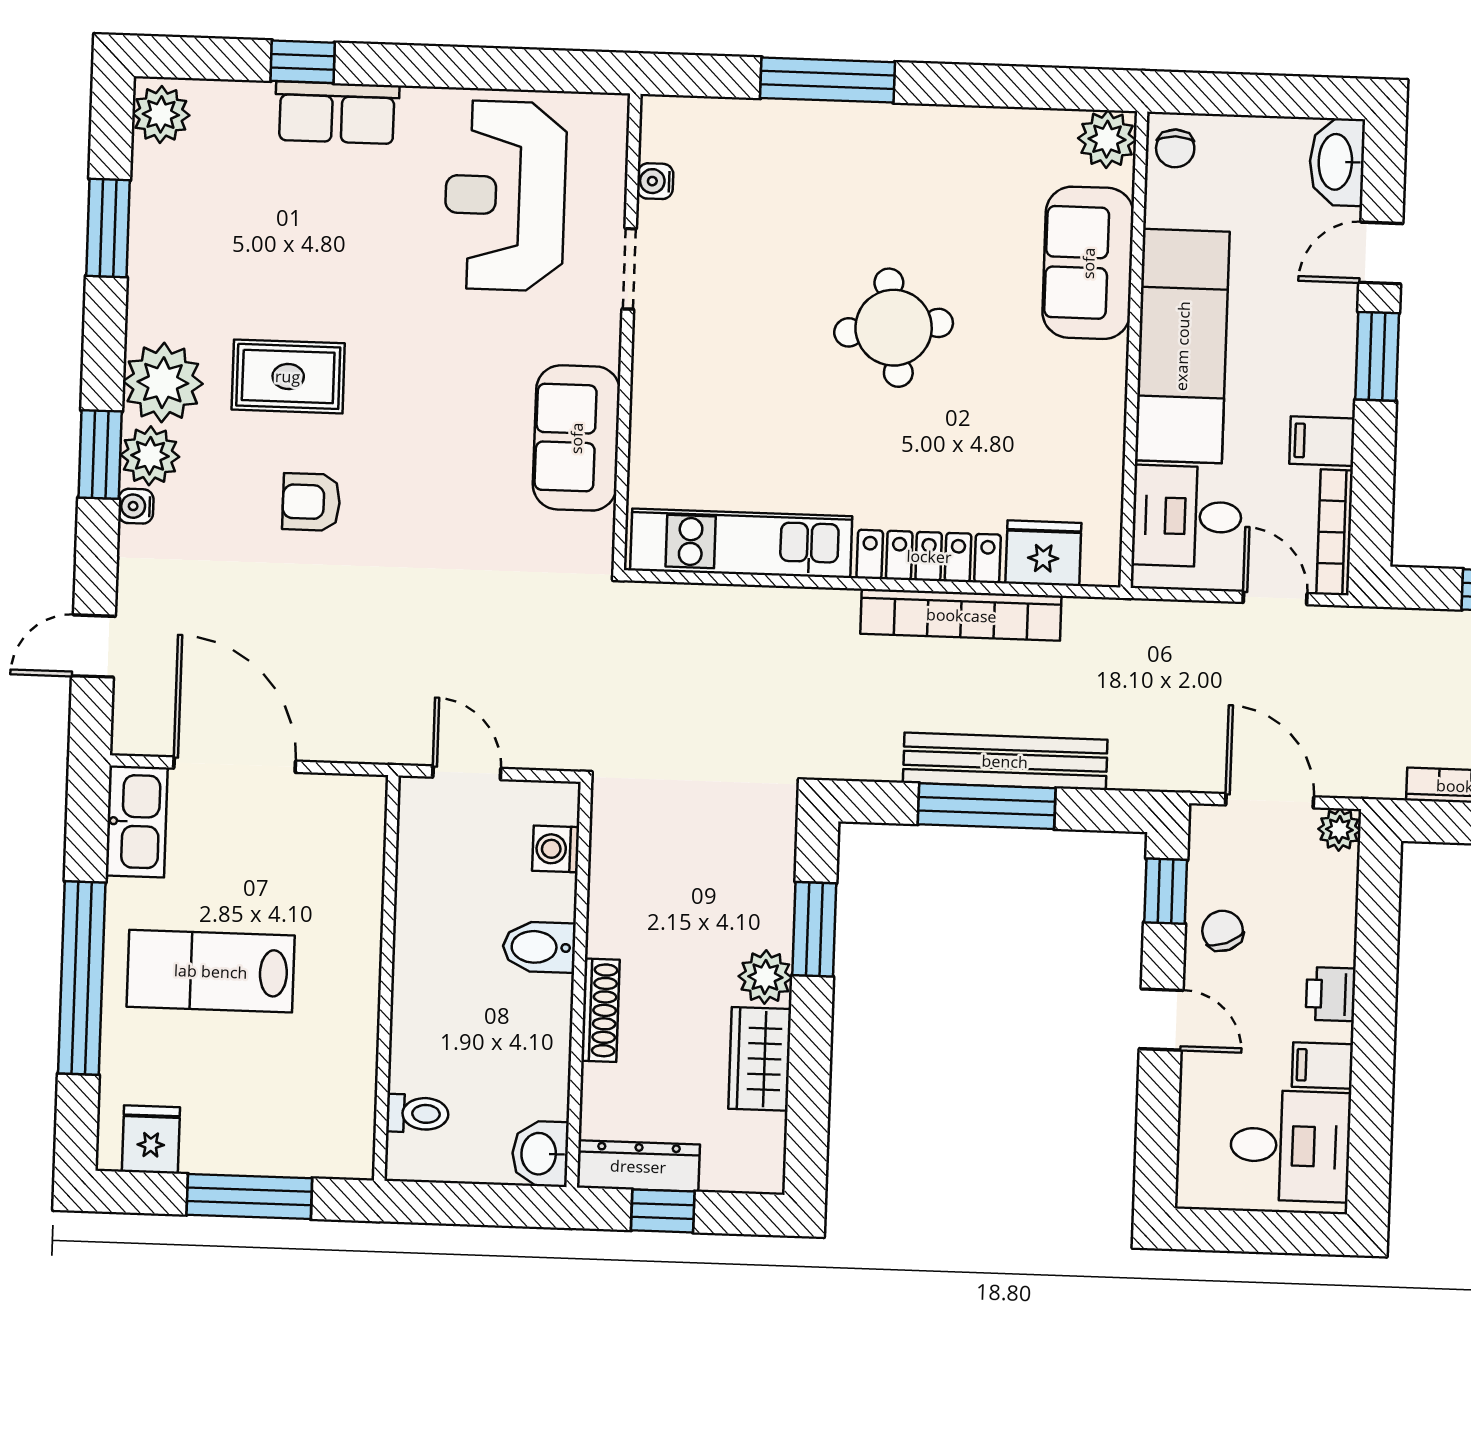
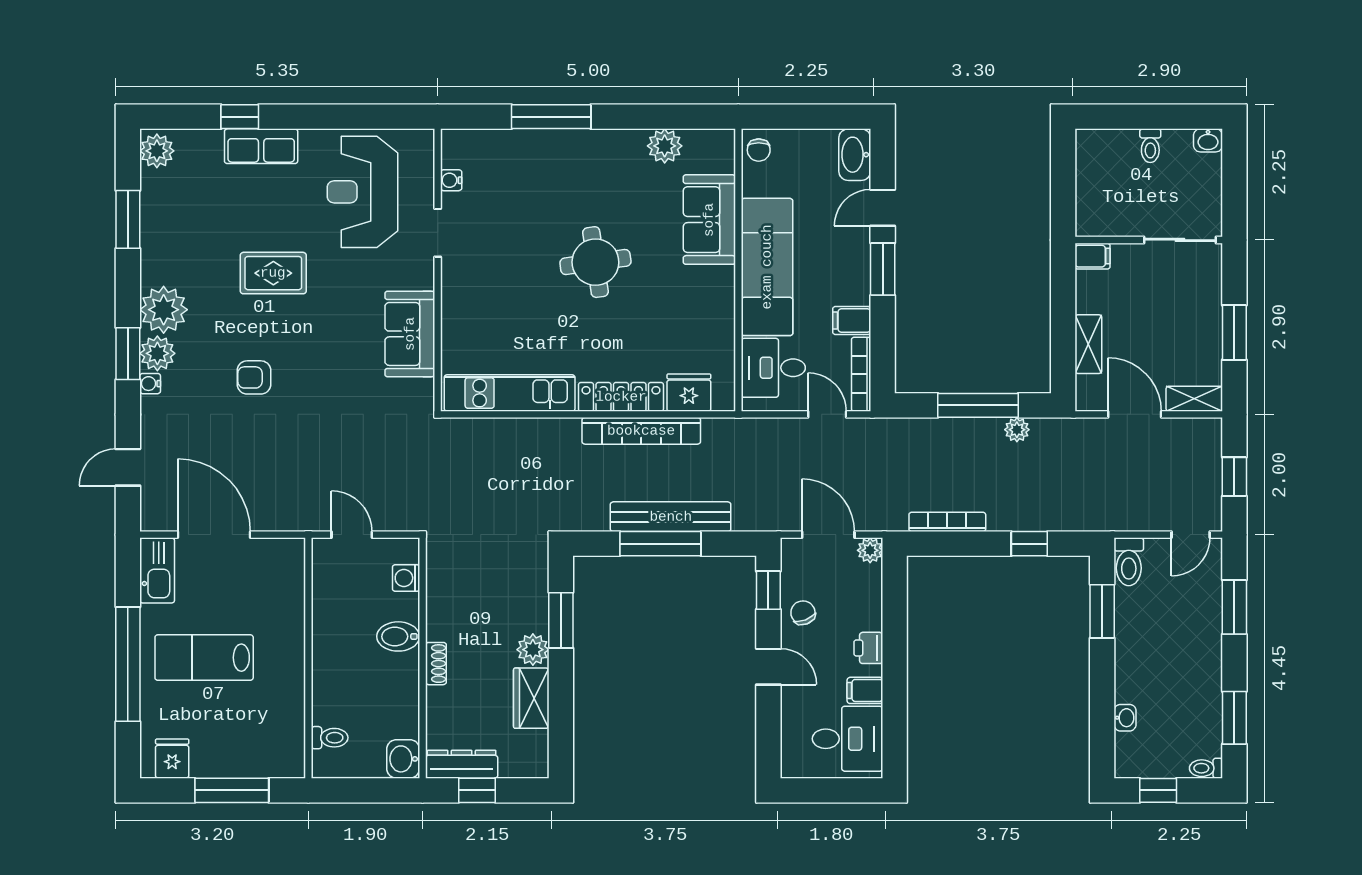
plant: (1107, 139) -> (665, 146), moved
rug: (288, 376) -> (273, 273), moved
shoe rack: (600, 1010) -> (436, 664), width x0.70

